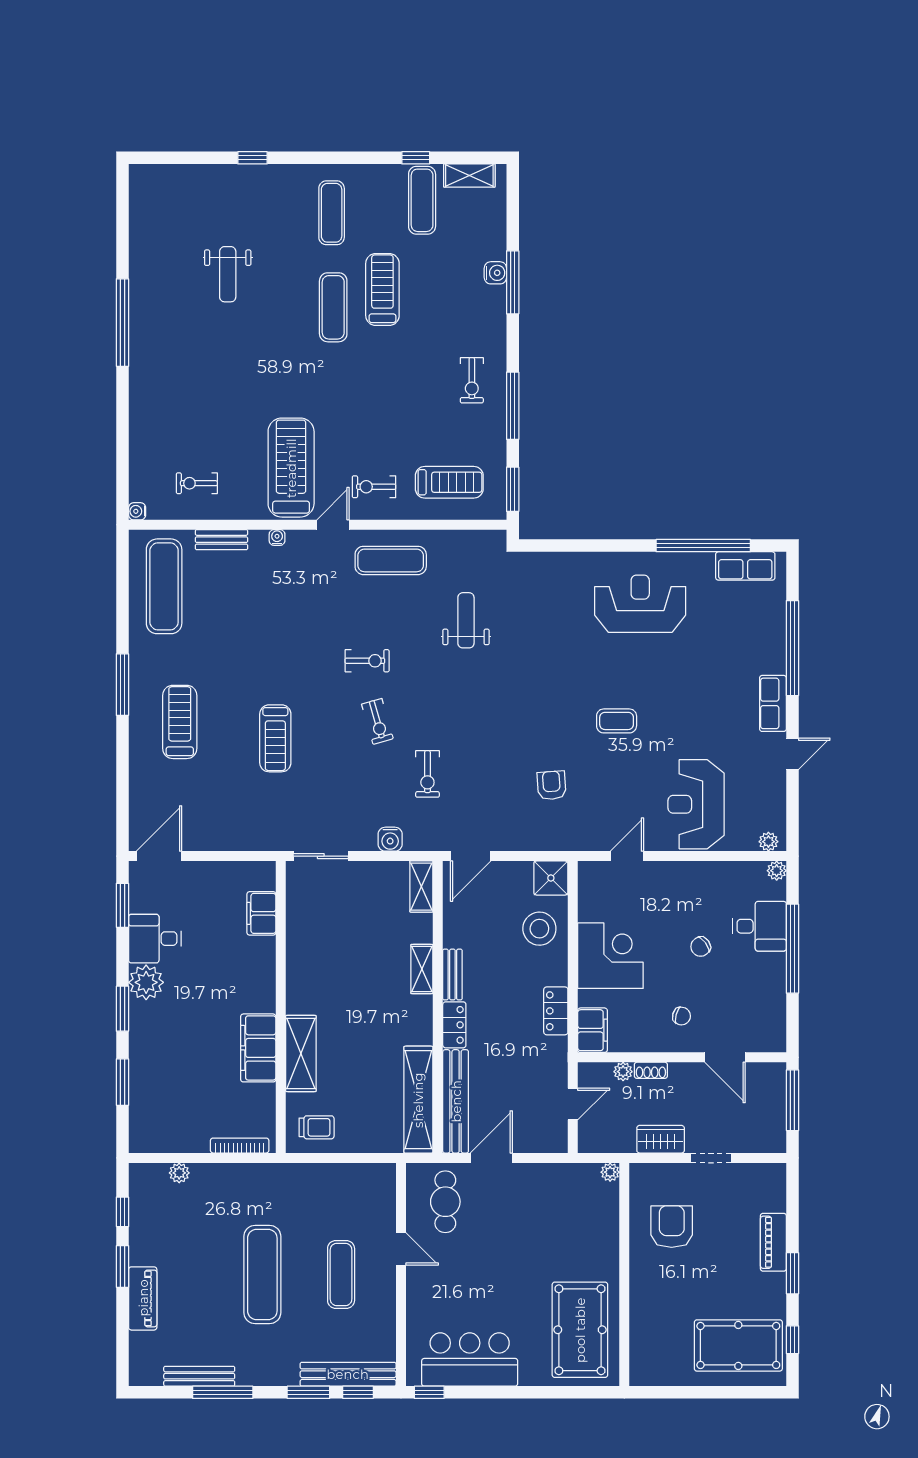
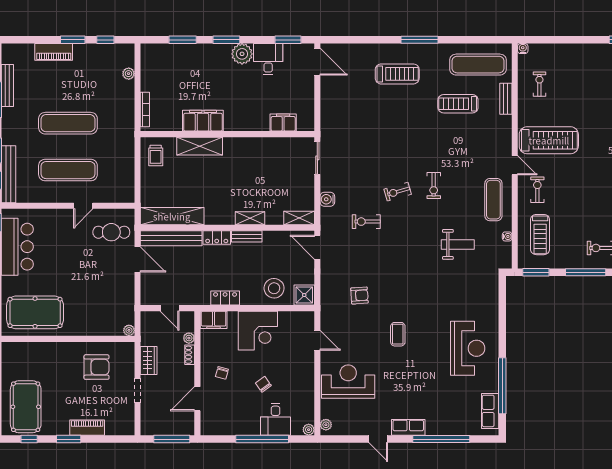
water cooler: (277, 537) -> (507, 236), moved
treadmill: (275, 738) -> (458, 104), moved
exercise mat: (341, 1274) -> (68, 170), width x1.36, depth x1.45

